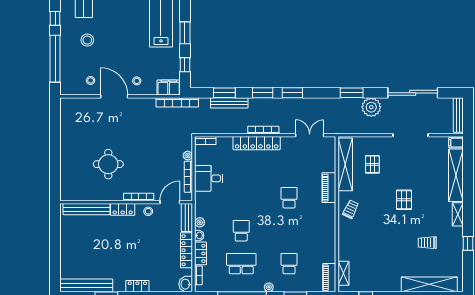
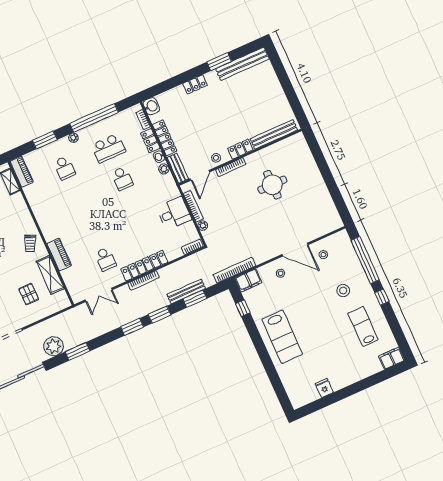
window: (185, 33) -> (256, 338), removed
shelving: (345, 164) -> (50, 275), width x0.68
school desk: (289, 198) -> (105, 259), moved

